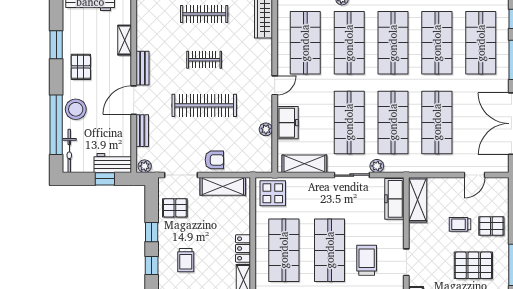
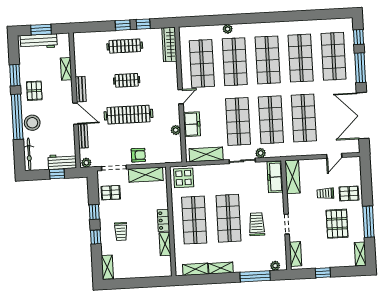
door: (134, 100) -> (75, 114), swing flipped
window: (56, 125) -> (17, 117), moved
pallet: (473, 265) -> (337, 224), turned 90

